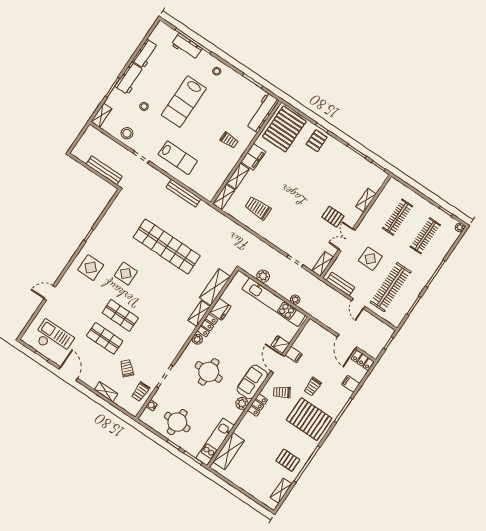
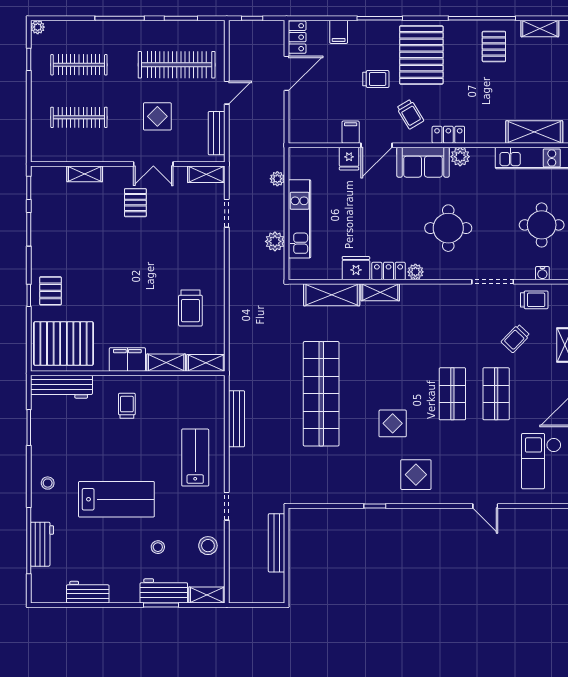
workbench: (129, 78) -> (164, 591), moved
pallet: (317, 141) -> (50, 291), turned 90
kitchen unit: (274, 302) -> (300, 219), width x0.73

